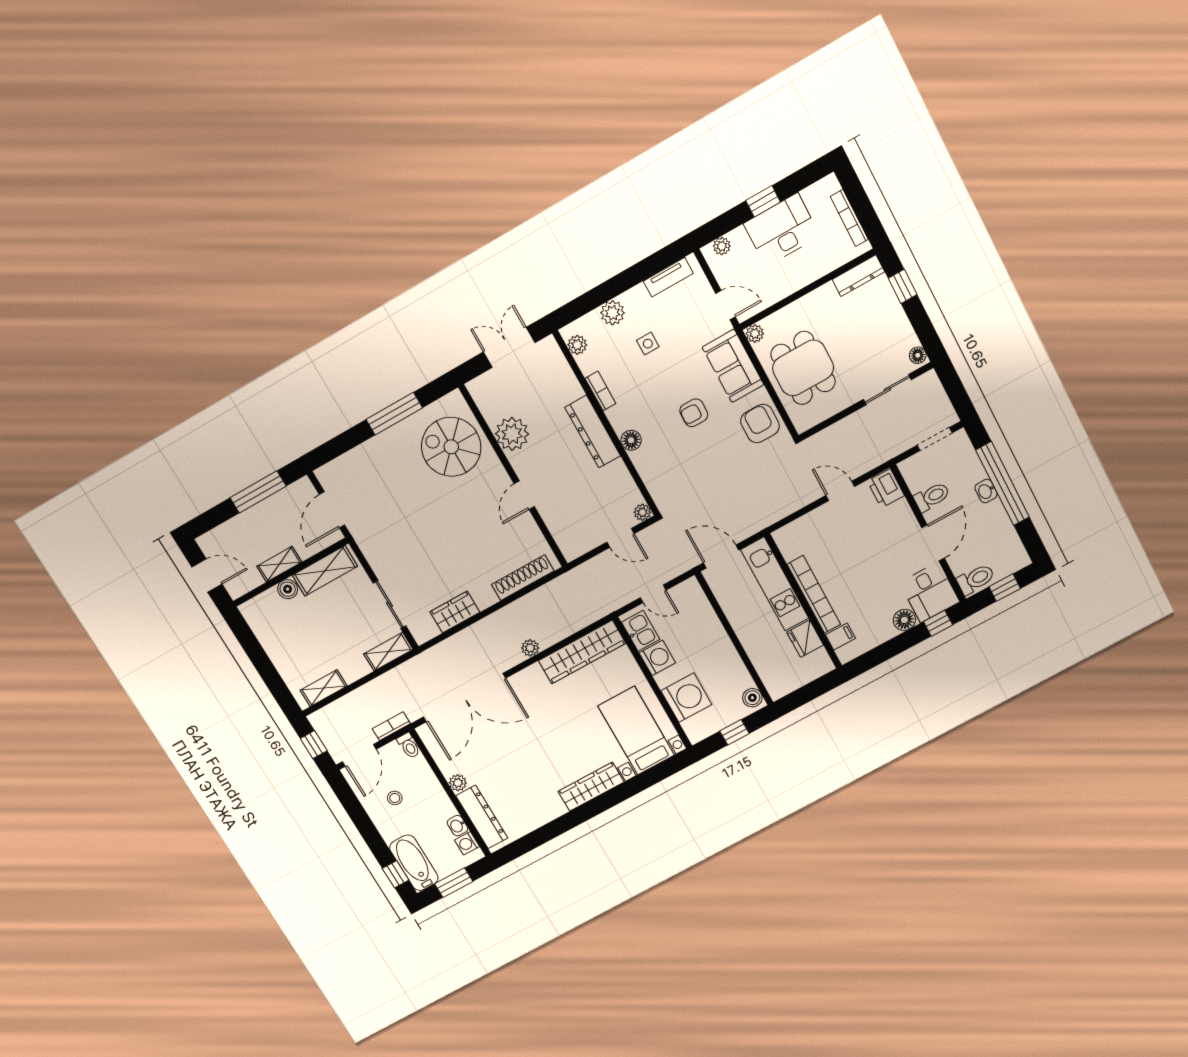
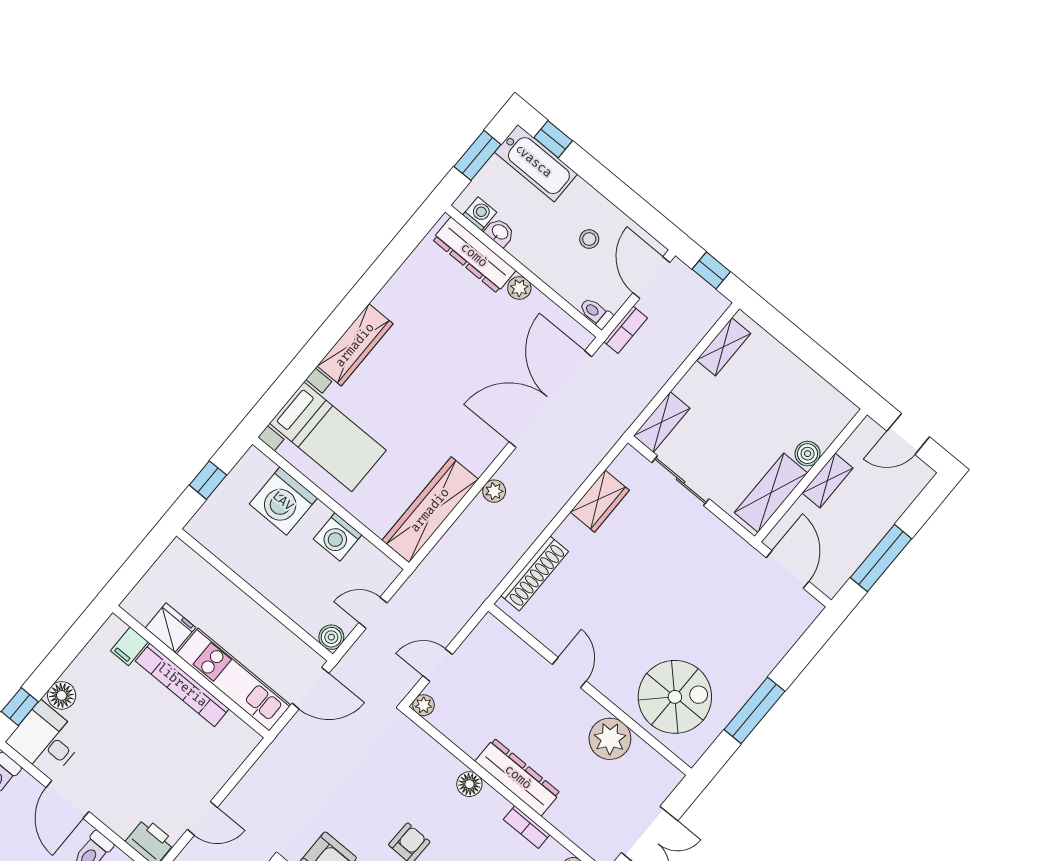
kitchen sink: (641, 631) -> (370, 562), removed
boiler: (752, 698) -> (331, 637), moved

